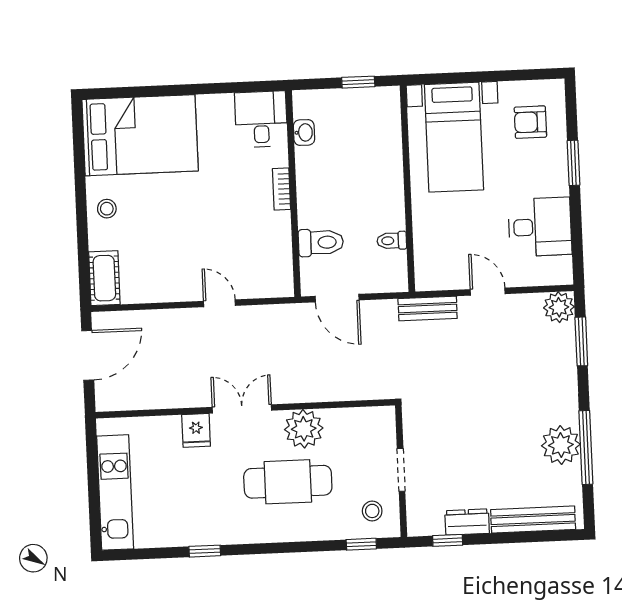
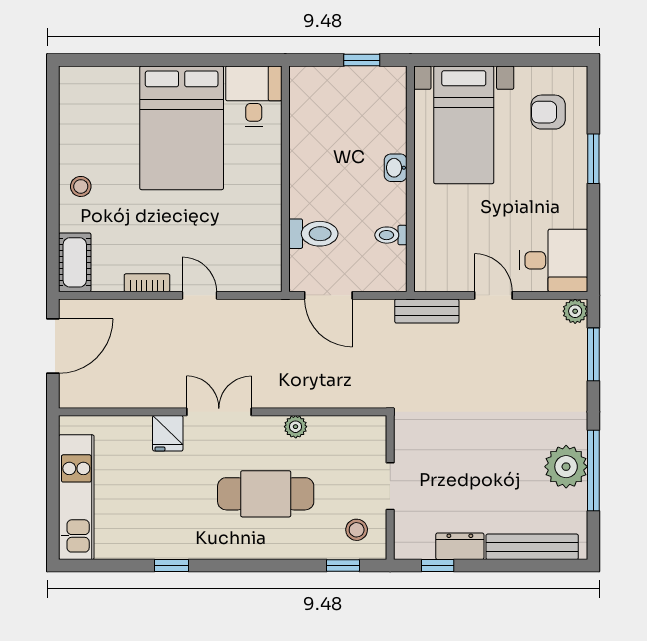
washbasin: (304, 132) -> (396, 168), moved, turned 180
bed: (140, 135) -> (182, 128), moved, turned 90
bookcase: (281, 189) -> (147, 283), moved, turned 90
desk: (540, 227) -> (554, 260), moved
plant: (559, 307) -> (575, 311), width x0.73, depth x0.73
plant: (304, 429) -> (296, 427), width x0.53, depth x0.53

